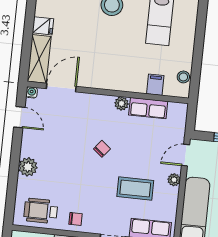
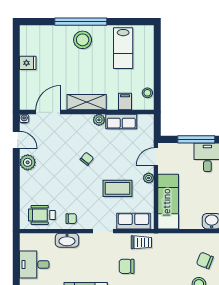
shelving: (39, 59) -> (87, 102), moved, turned 90
plant: (28, 167) -> (28, 162), moved

